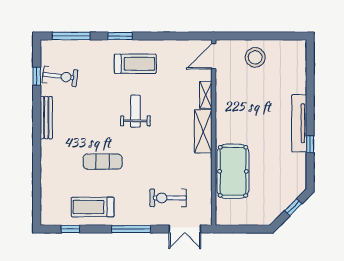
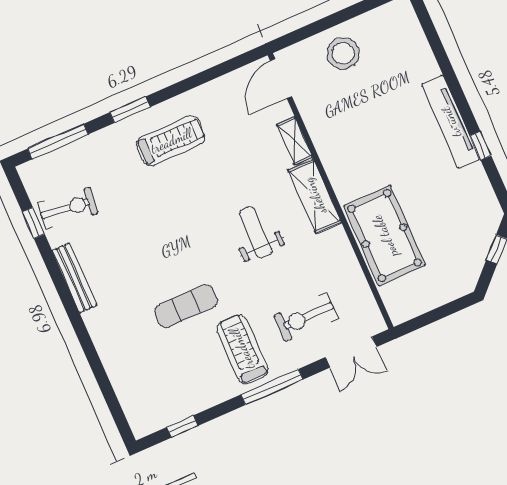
weight bench: (135, 111) -> (256, 232), moved
treadmill: (93, 207) -> (242, 349), moved, turned 90

